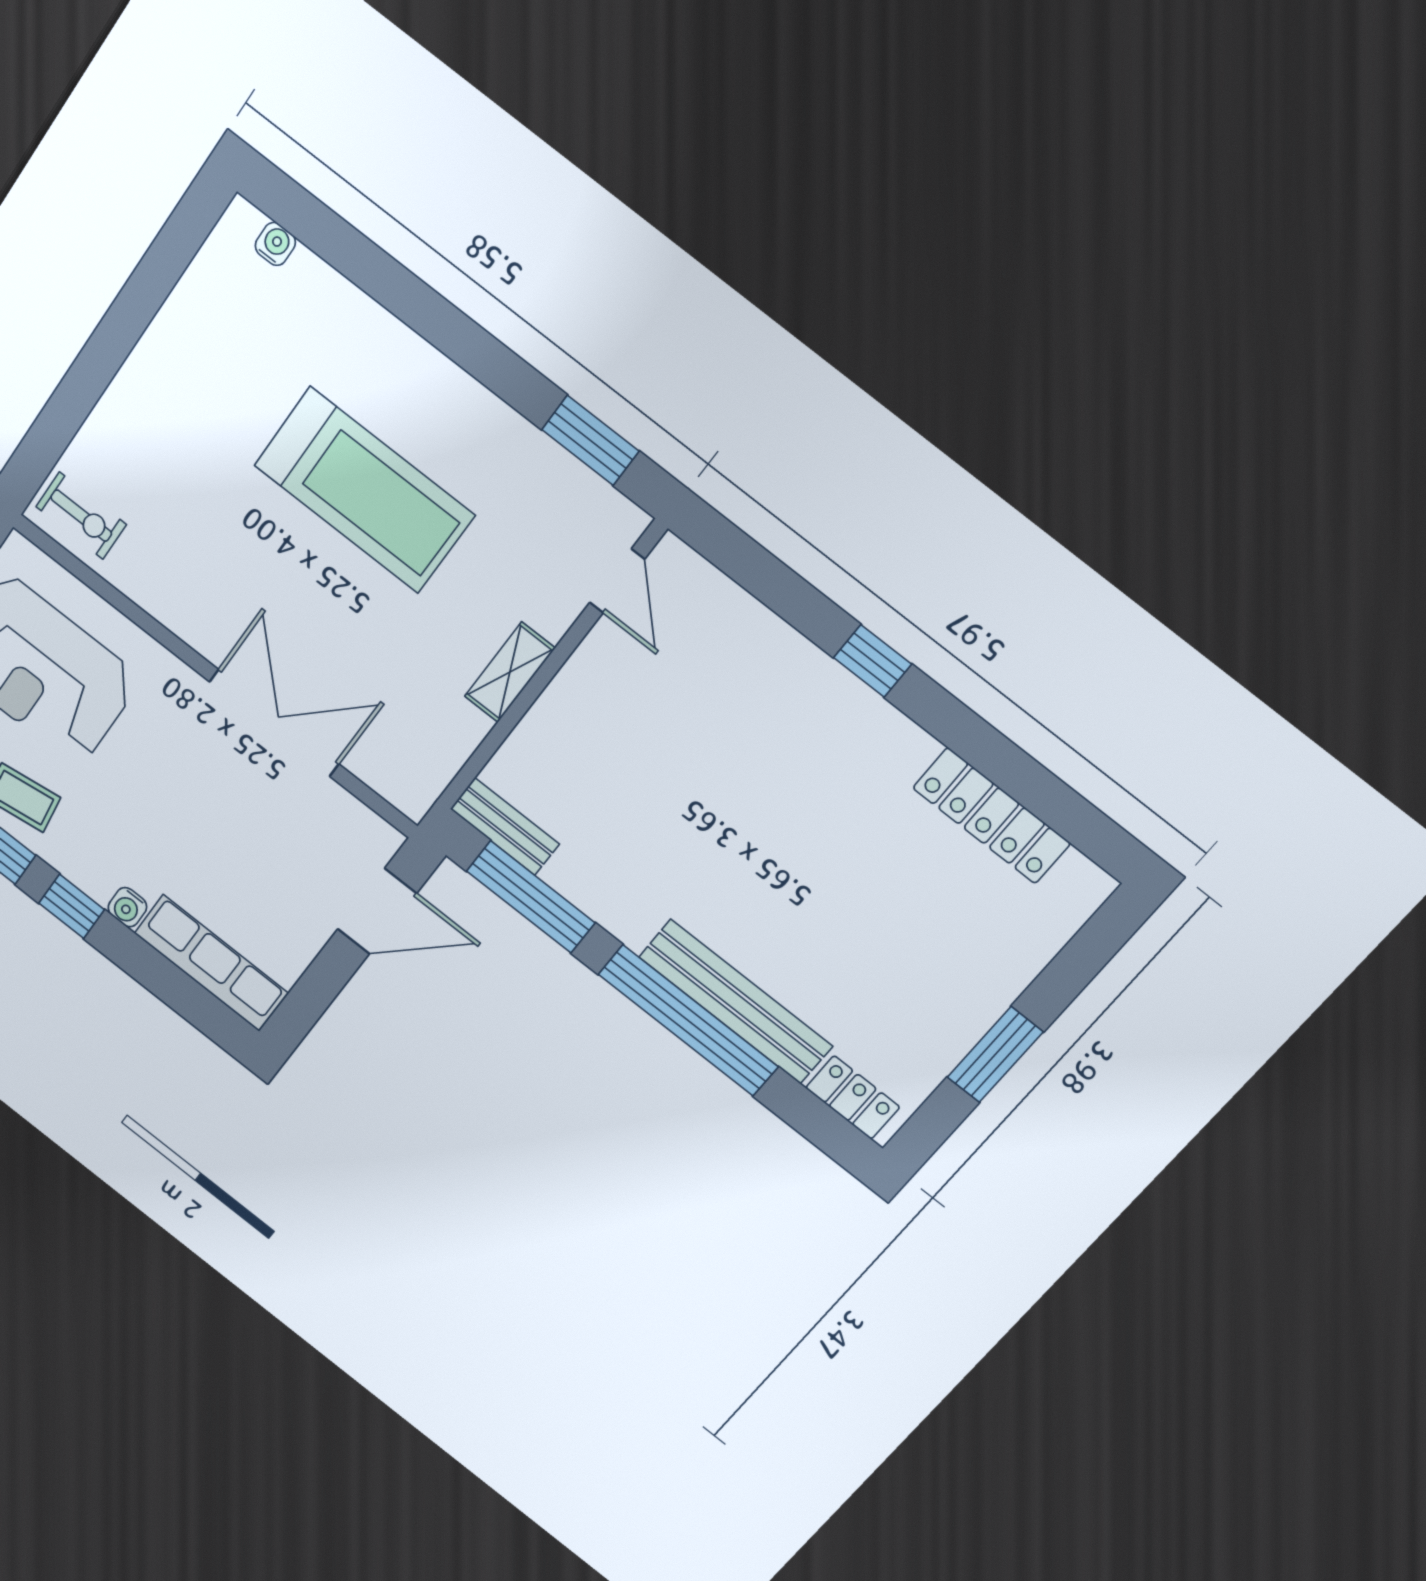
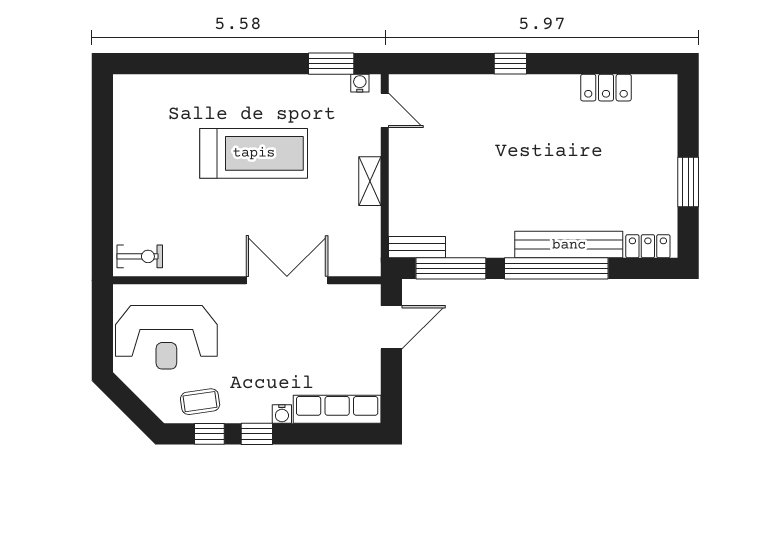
water cooler: (275, 244) -> (360, 83), moved
locker: (991, 816) -> (606, 88), width x0.66

